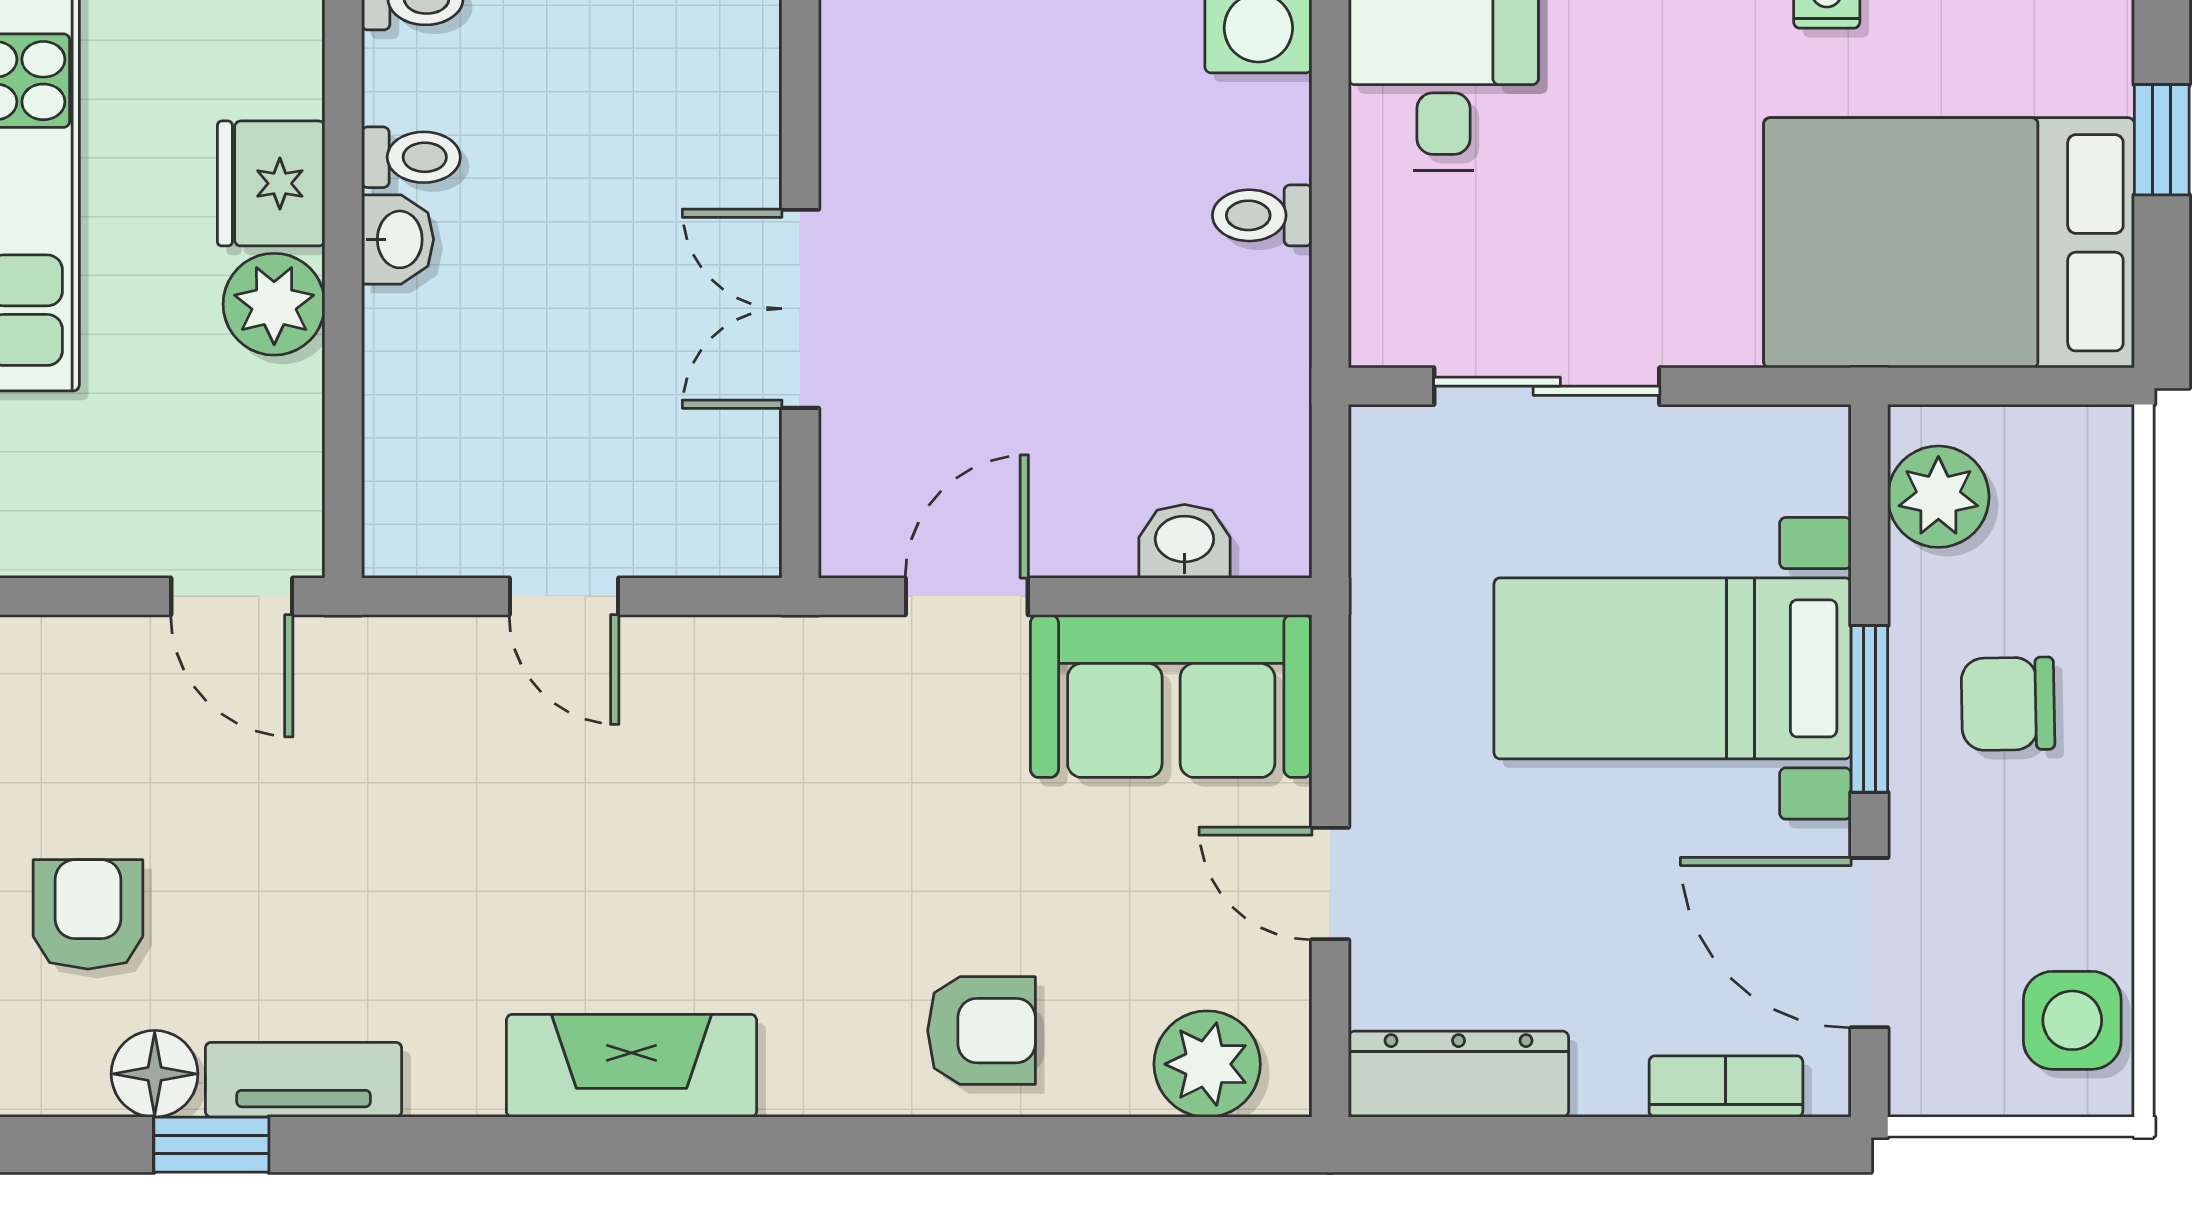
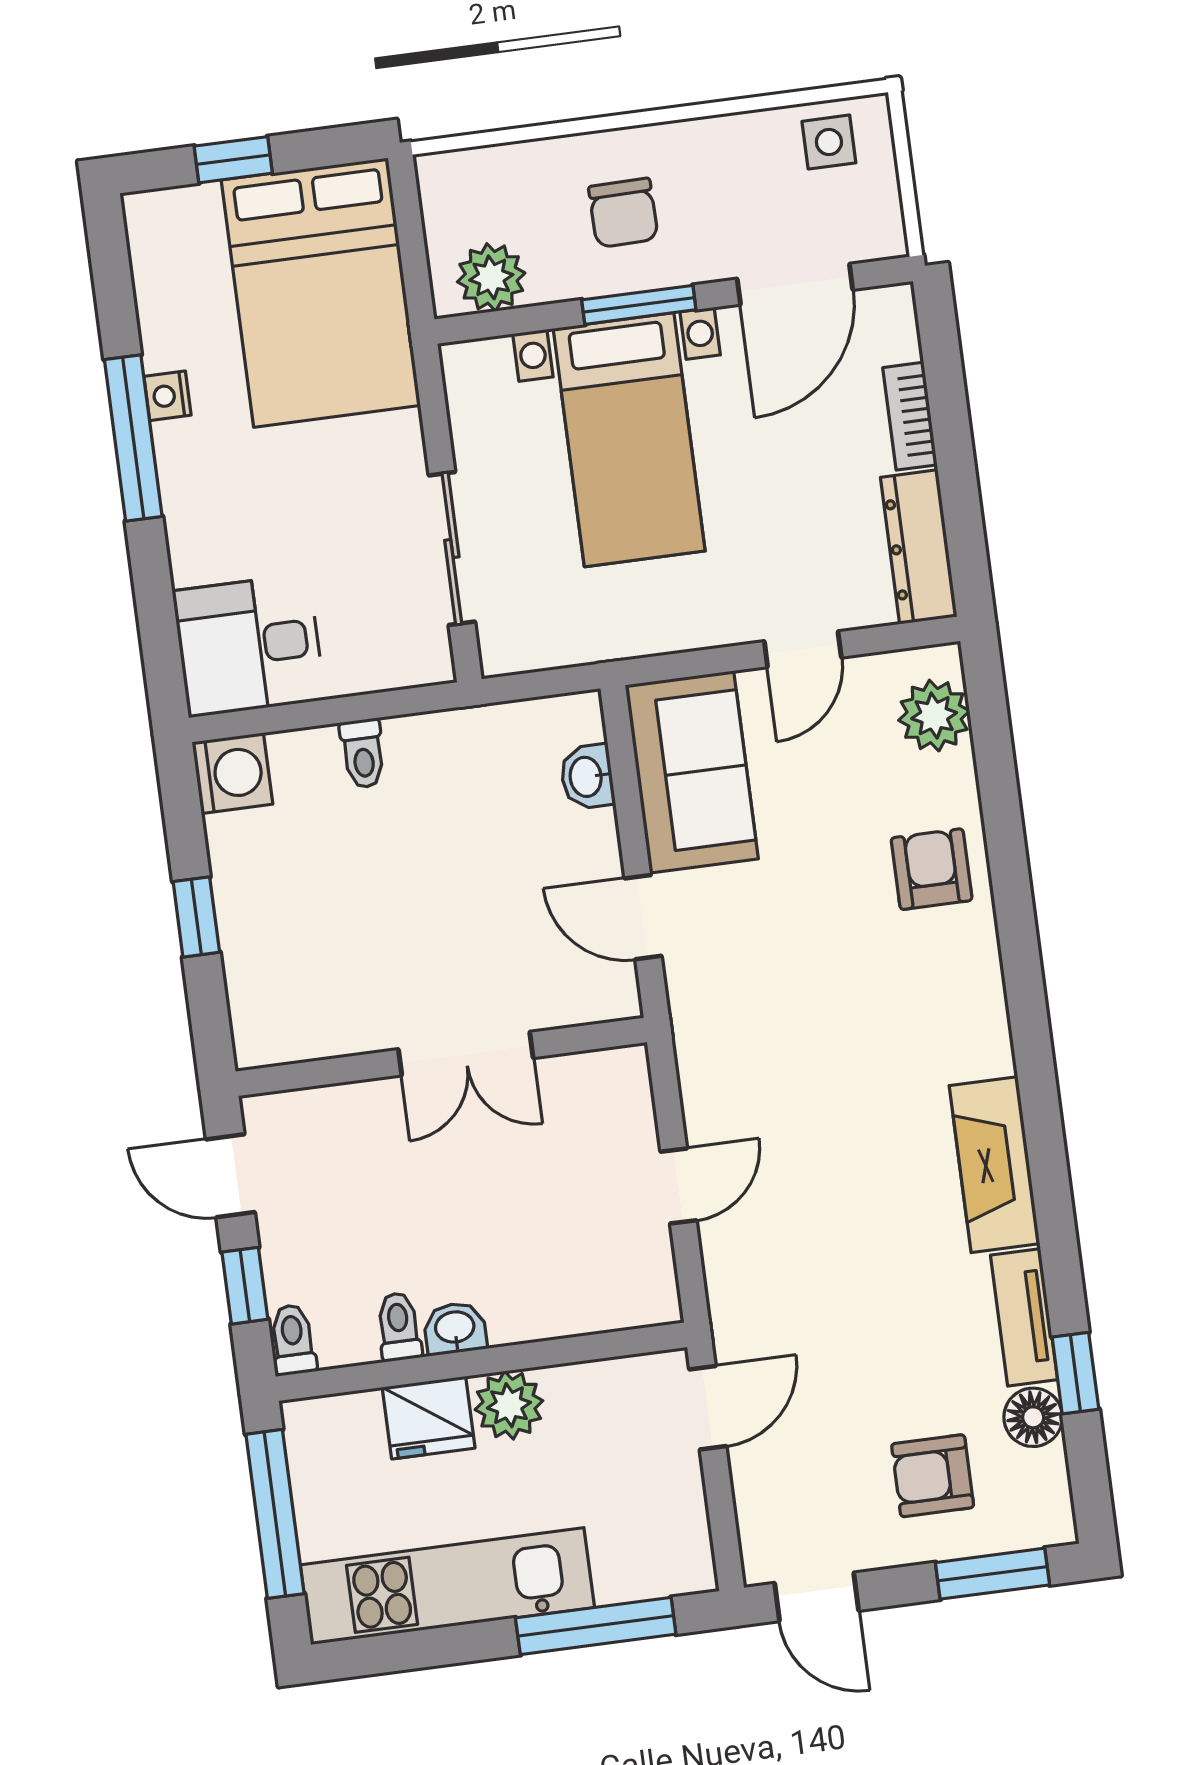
side table: (2072, 1020) -> (829, 142), width x0.73, depth x0.73
fireplace: (632, 1066) -> (994, 1165), moved
bookcase: (1726, 1087) -> (910, 416), moved

